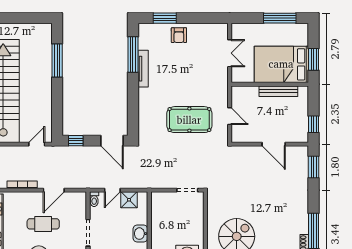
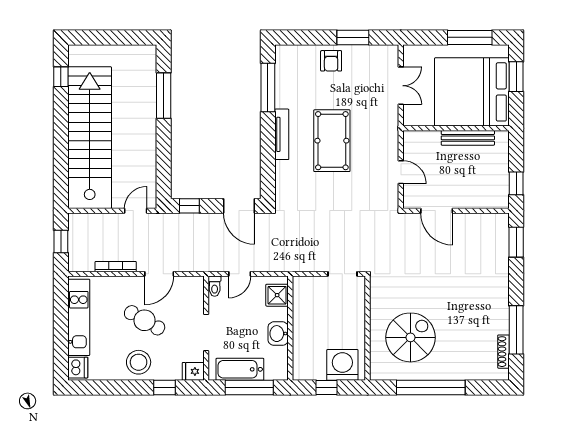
window: (165, 18) -> (353, 37), moved
window: (314, 59) -> (516, 77), moved
bed: (281, 64) -> (472, 92), width x1.36
tv unit: (143, 69) -> (282, 134), moved
pool table: (189, 120) -> (332, 141), moved, turned 90
door: (274, 144) -> (437, 211), moved
shower: (129, 200) -> (277, 295), moved
cafe table: (43, 224) -> (145, 320), turned 30

